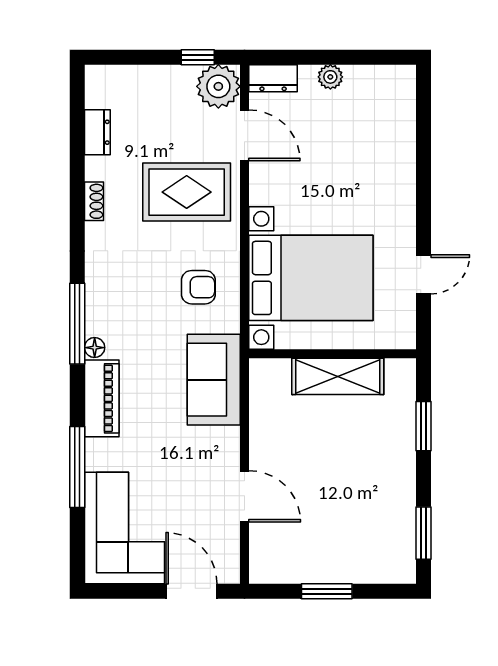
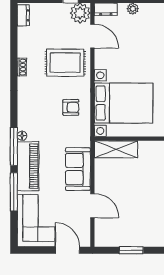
dresser: (97, 132) -> (23, 15), moved
window: (77, 324) -> (14, 146), moved
shelving: (338, 376) -> (116, 149), moved
sofa: (214, 380) -> (78, 169), moved
piano: (102, 398) -> (28, 166), width x1.37, depth x1.33

